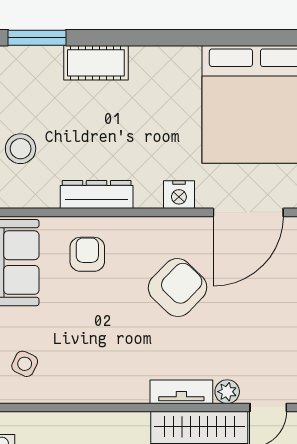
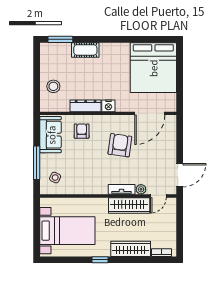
nightstand: (179, 195) -> (108, 106), moved
armchair: (178, 288) -> (120, 145), turned -36

